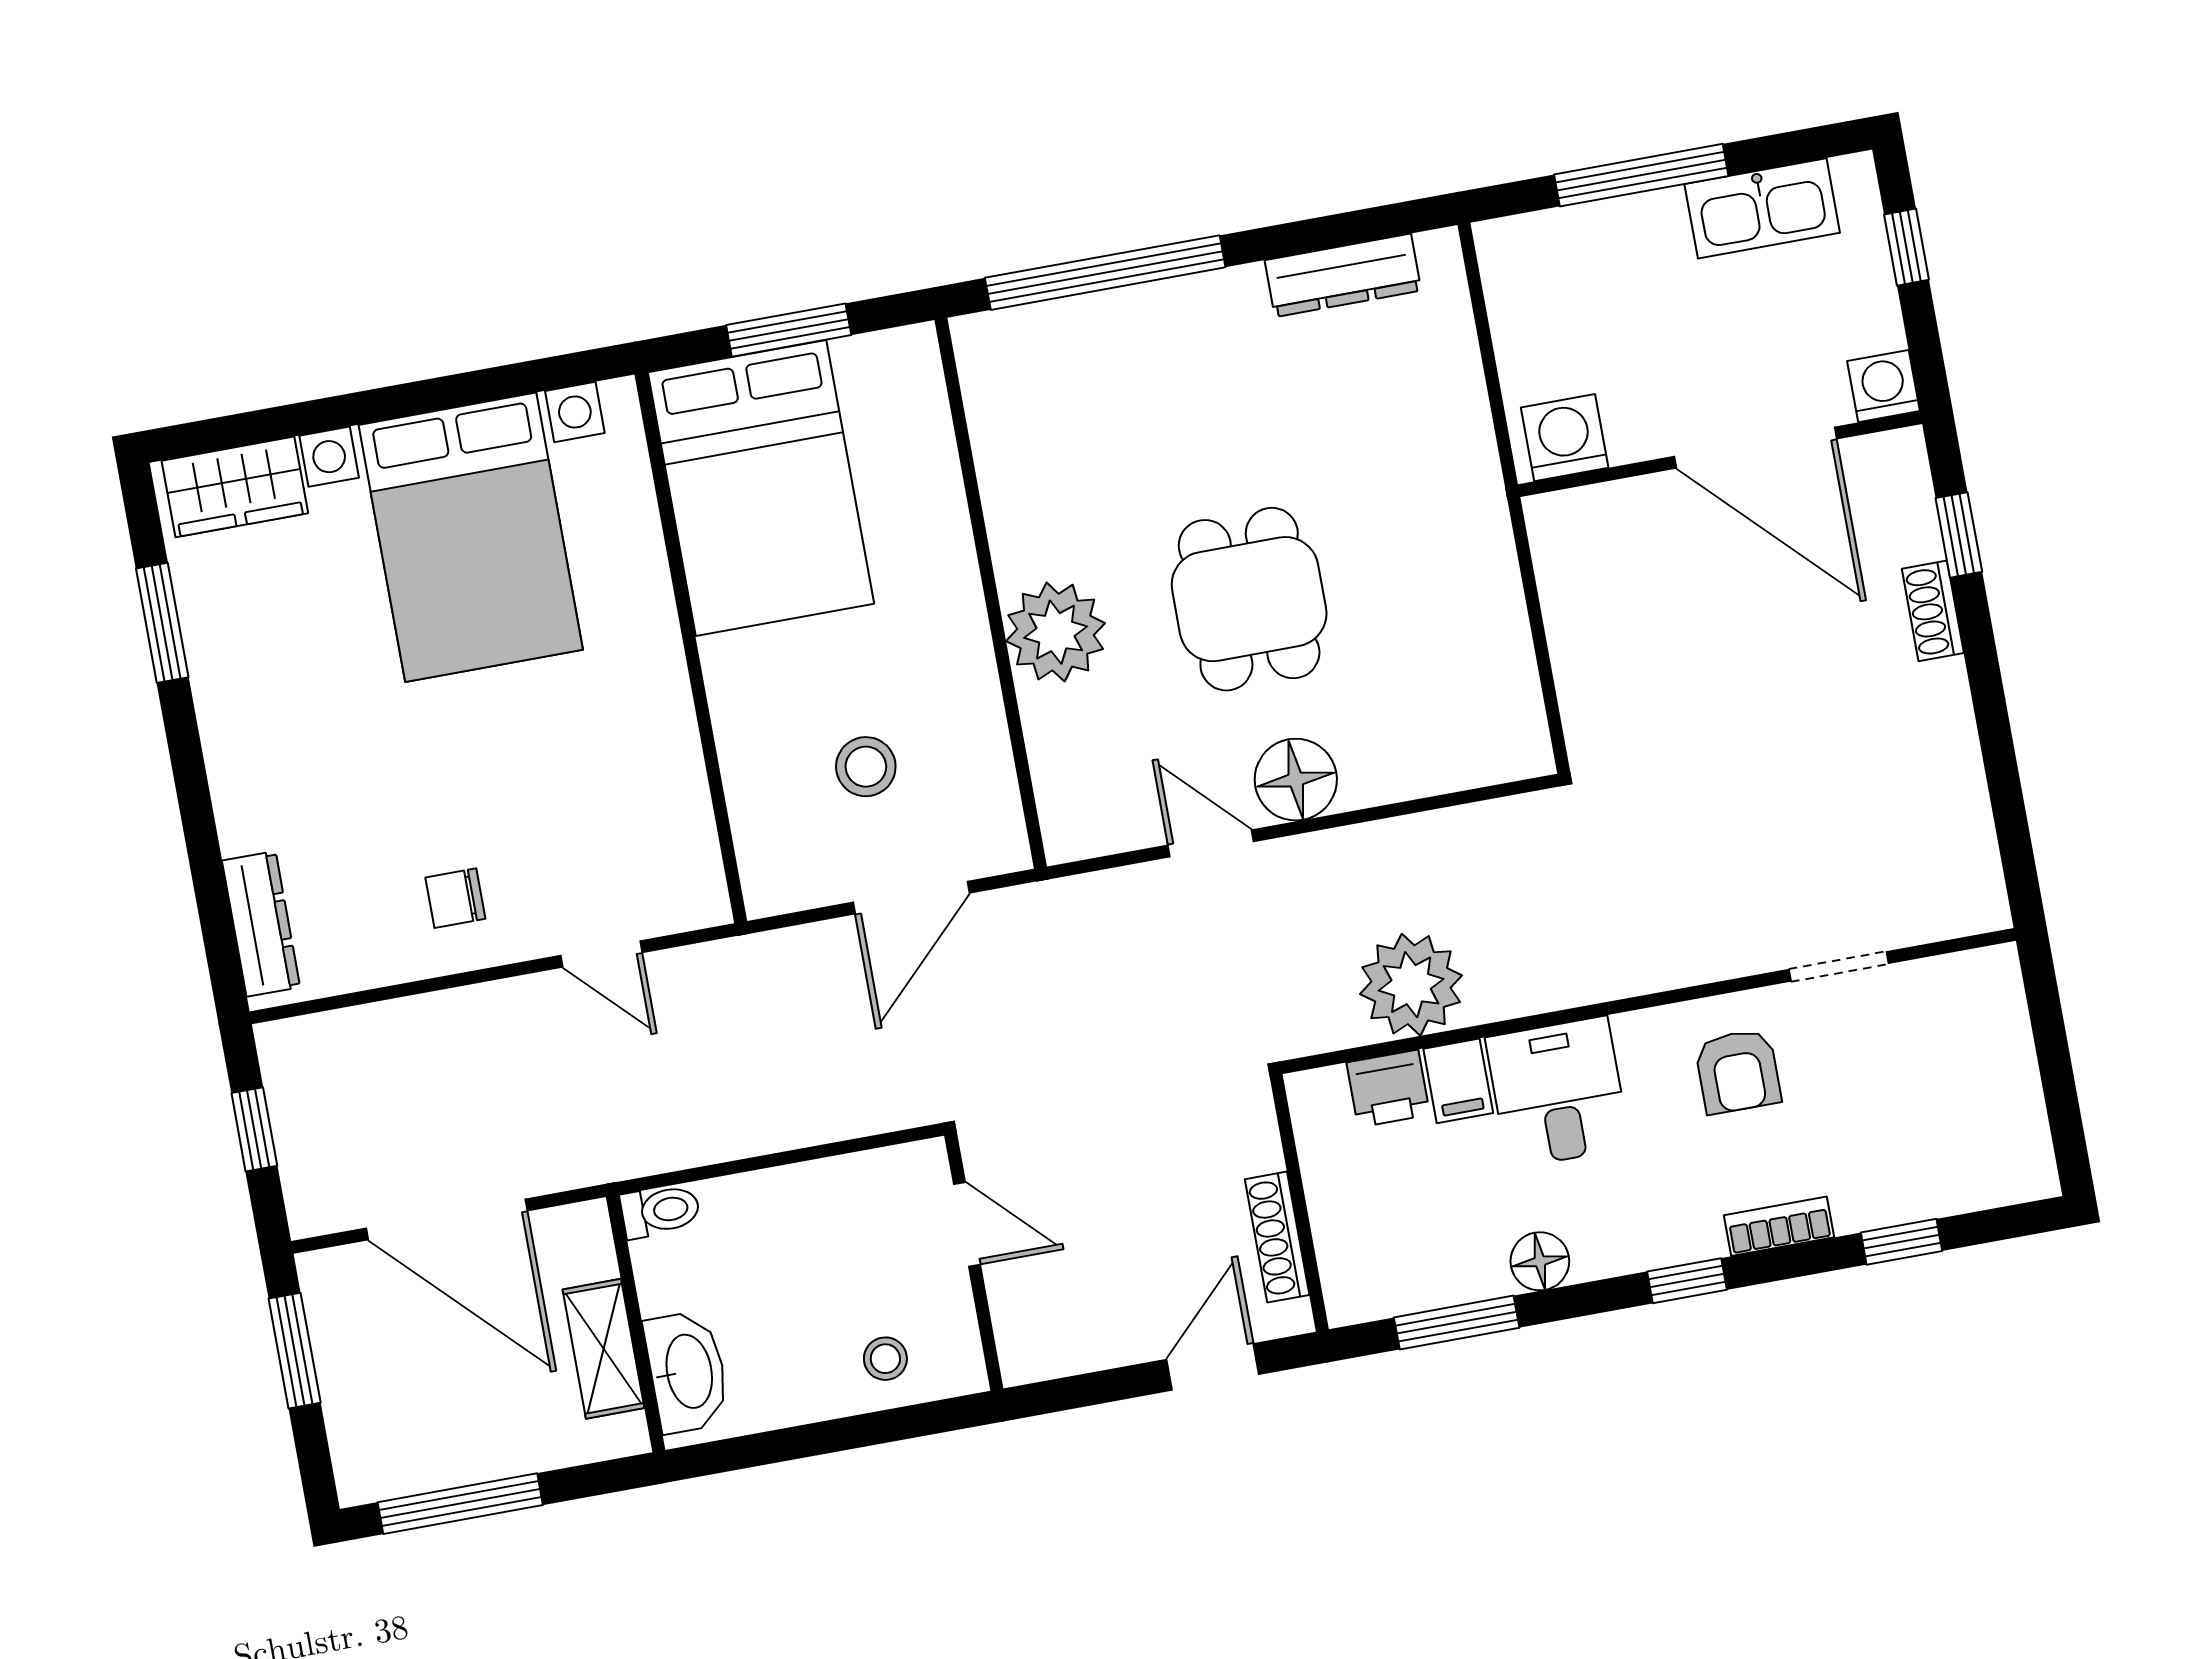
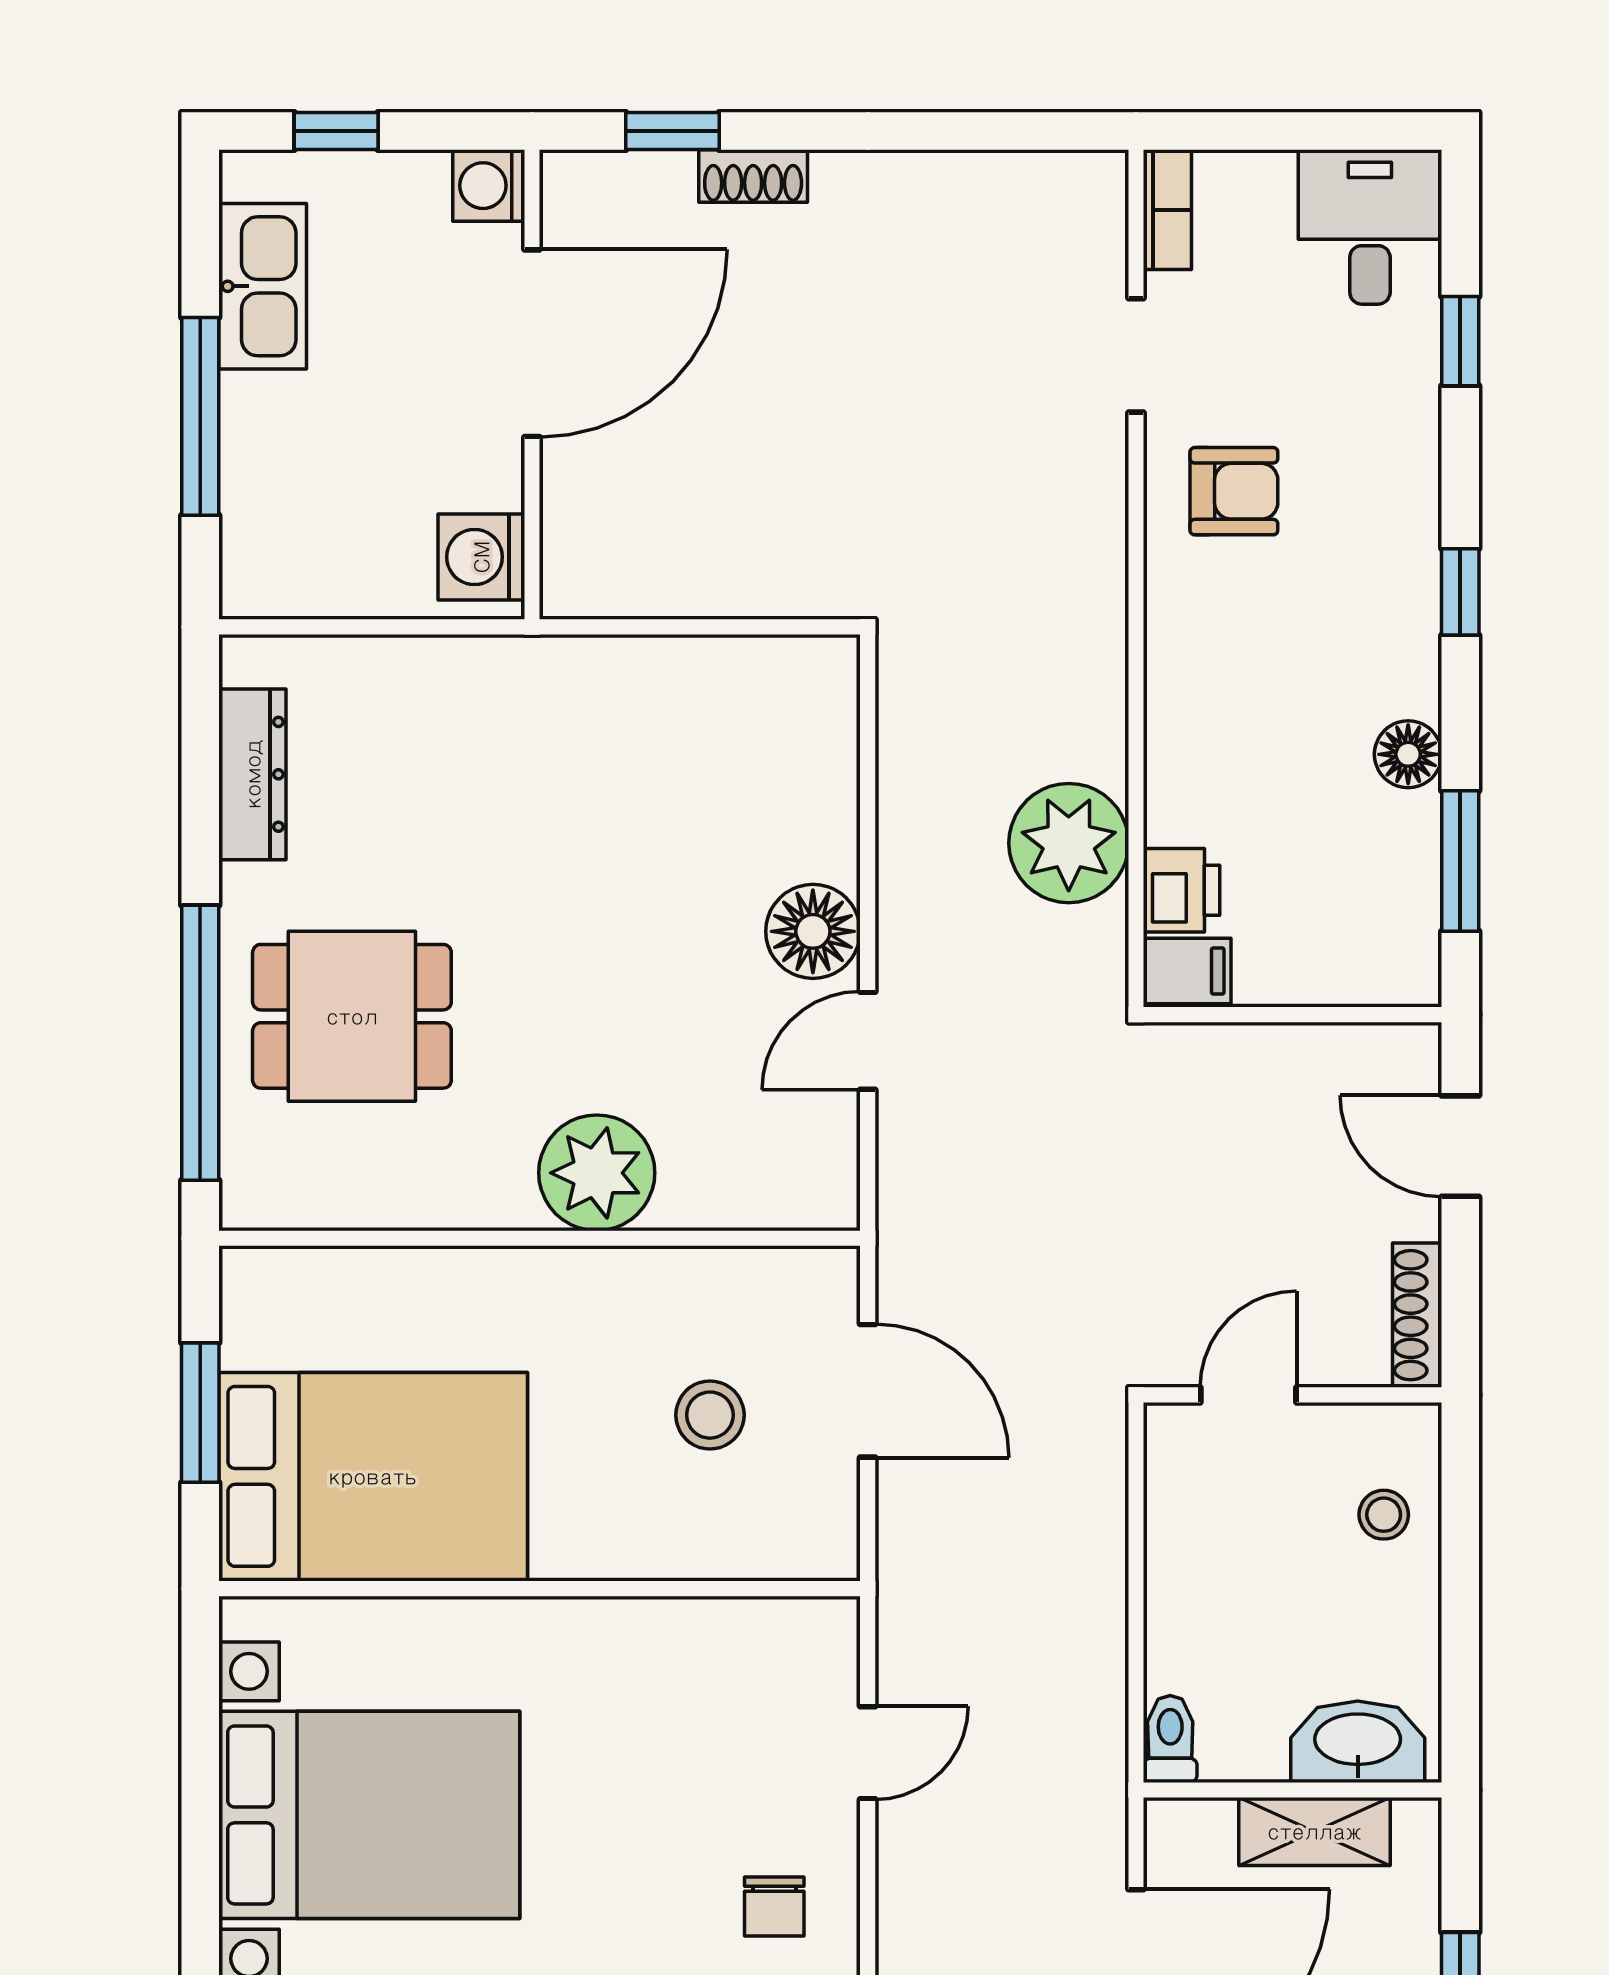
dining table: (1249, 599) -> (352, 1016), moved
filing cabinet: (1458, 1081) -> (1187, 971), moved
desk: (1558, 1092) -> (1370, 227), moved, turned 90
bookcase: (1779, 1226) -> (1167, 210), moved, turned 180
shoe rack: (1277, 1237) -> (1417, 1315), moved, turned 90

